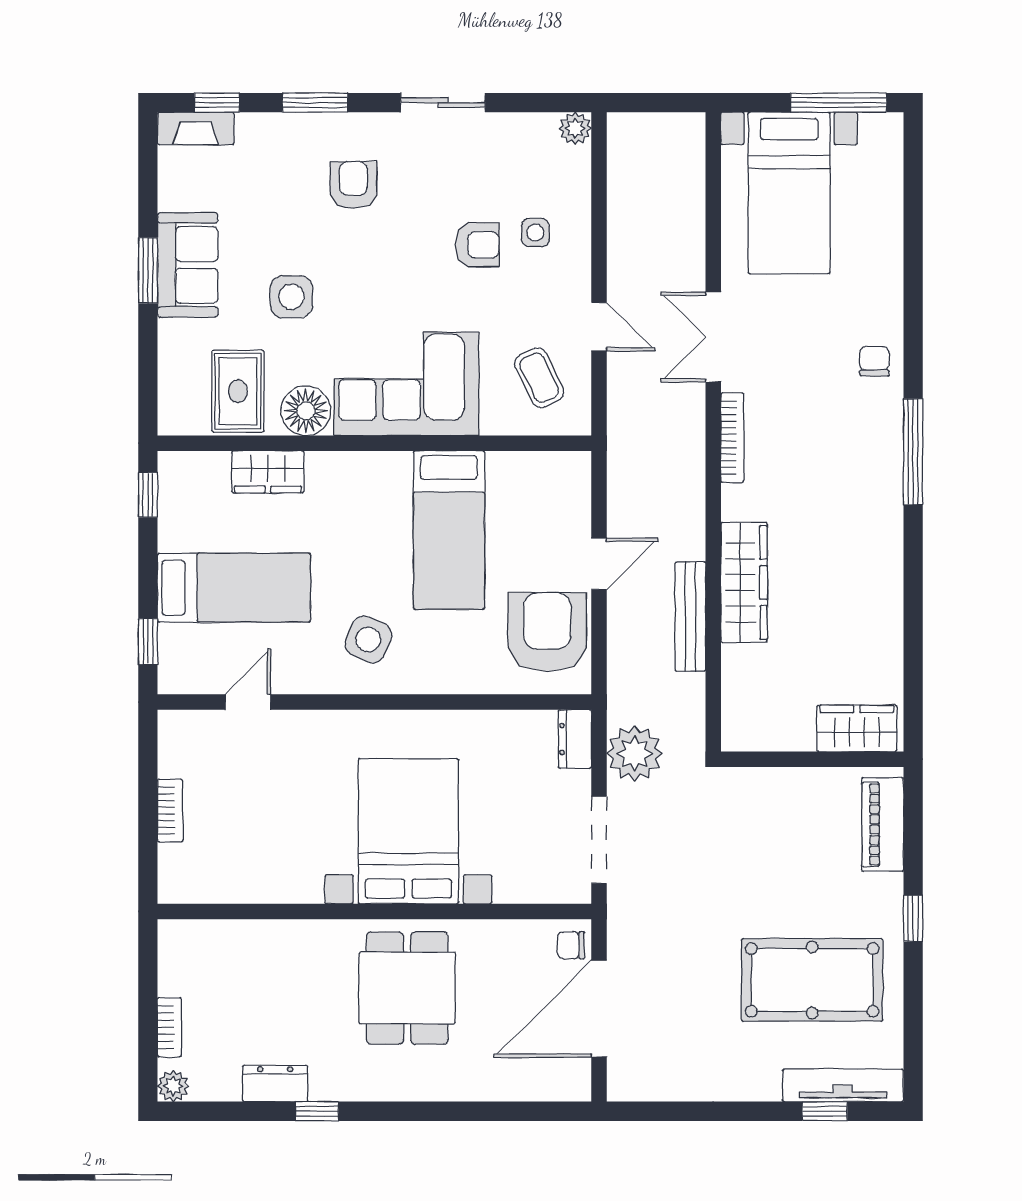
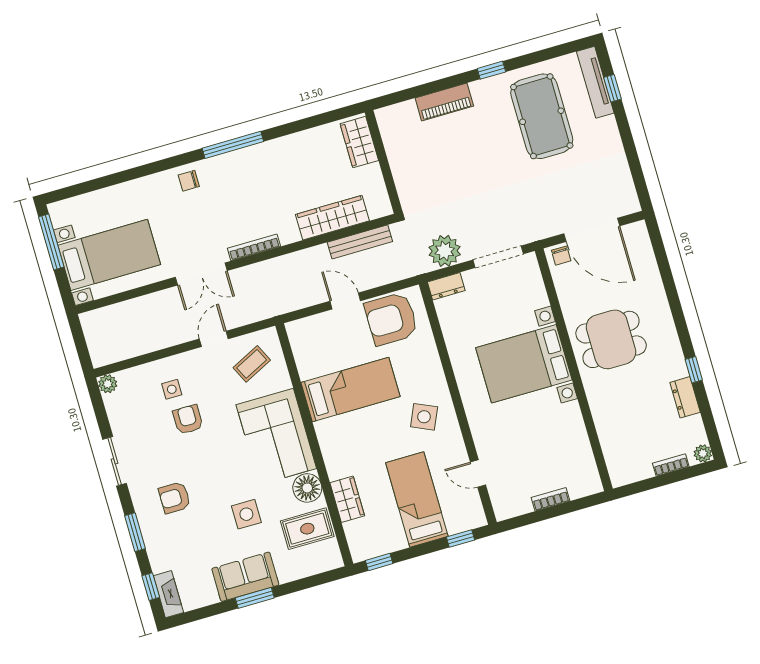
wardrobe: (857, 728) -> (359, 142), moved
wall: (812, 759) -> (384, 162), moved

